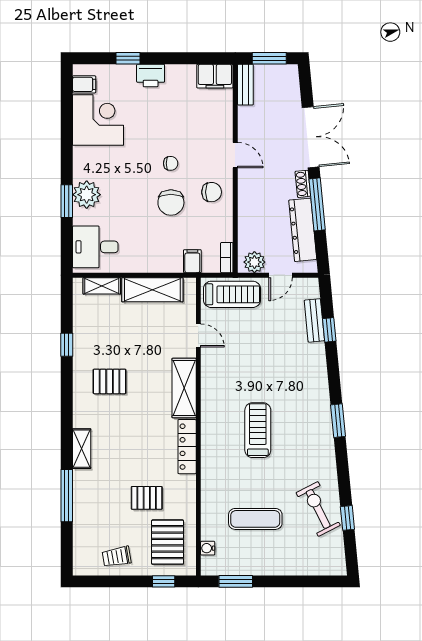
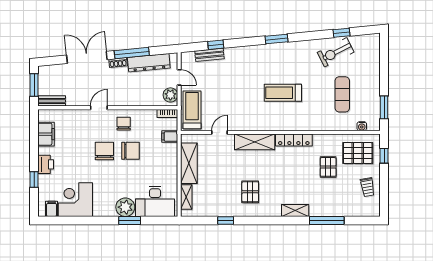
filing cabinet: (215, 76) -> (46, 134), moved
chair: (171, 163) -> (104, 151), width x1.87, depth x1.87
desk: (95, 247) -> (155, 201), width x1.37

